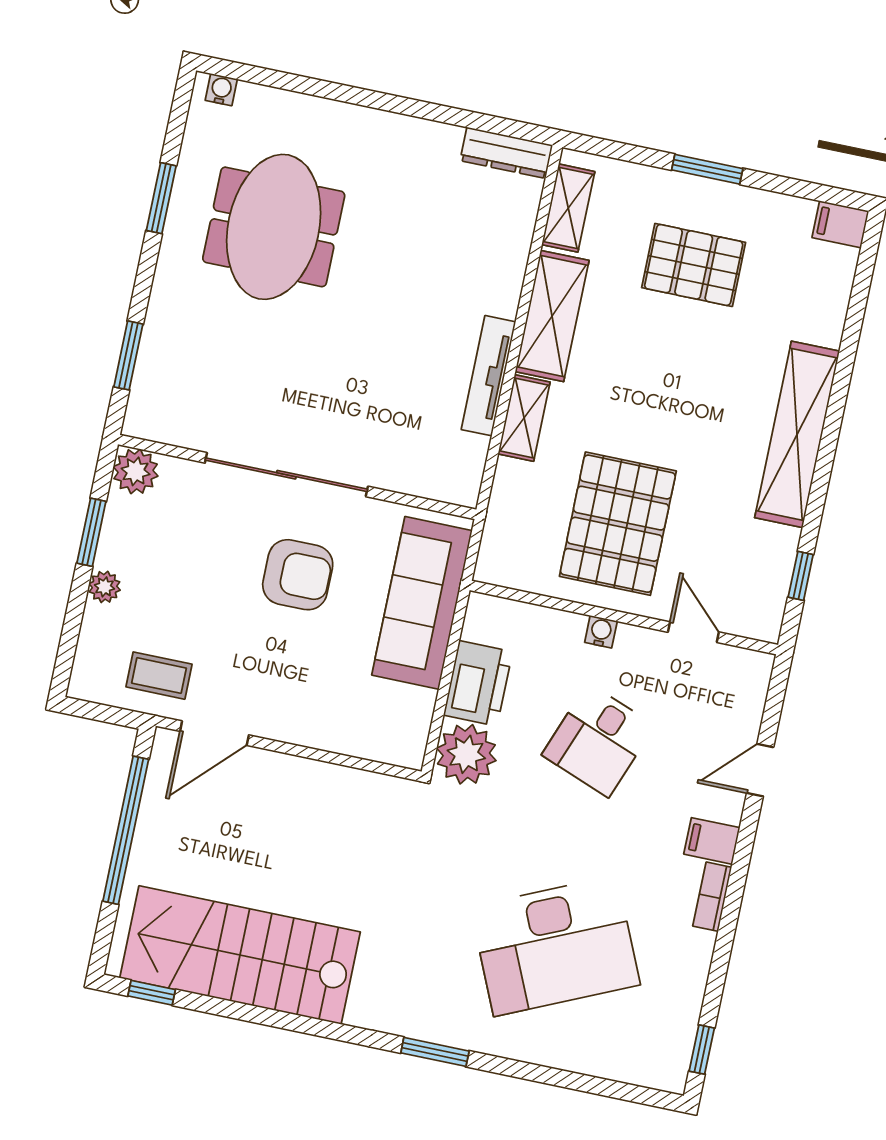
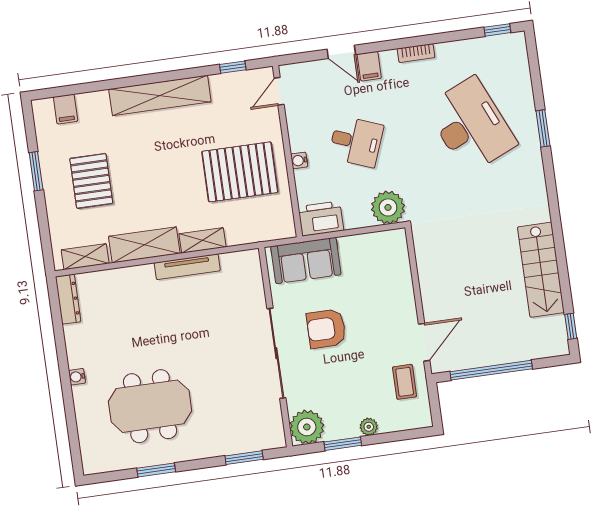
water cooler: (221, 90) -> (77, 377), moved
window: (707, 169) -> (36, 171), moved
filing cabinet: (840, 224) -> (66, 109), moved
plant: (136, 471) -> (307, 427), width x1.36, depth x1.36
armchair: (298, 575) -> (326, 329), turned -90
sofa: (422, 603) -> (306, 260), width x0.73
door: (693, 632) -> (279, 91), moved
printer: (478, 683) -> (321, 219), moved
door: (214, 733) -> (424, 342), hinge flipped
filing cabinet: (712, 841) -> (369, 66), moved
stairs: (240, 955) -> (541, 270), width x0.73, depth x0.66
window: (435, 1052) -> (543, 128), moved

